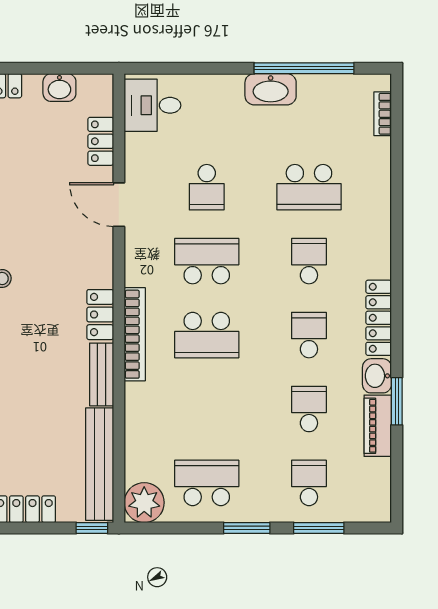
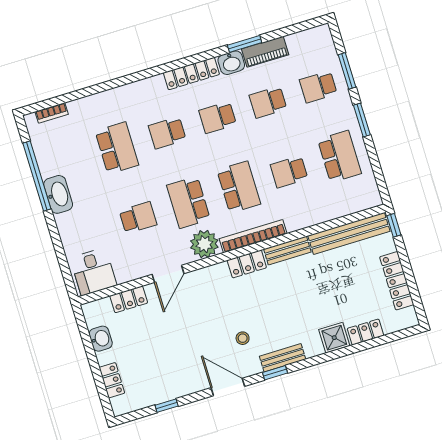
school desk: (207, 409) -> (289, 172), added
school desk: (207, 483) -> (339, 156), turned 180
plant: (144, 503) -> (204, 244), moved

